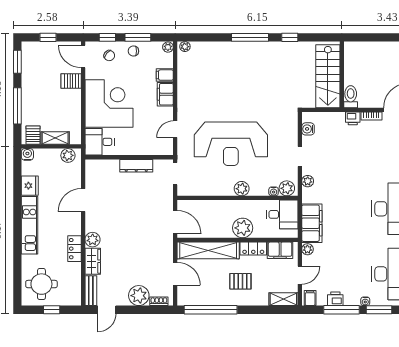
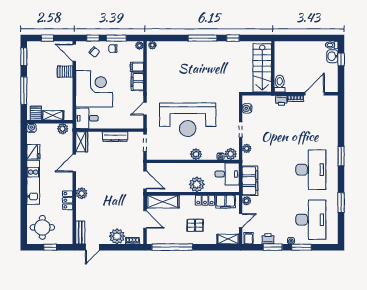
shelving: (208, 250) -> (163, 202), width x0.68
wardrobe: (93, 261) -> (82, 142), moved
window: (341, 310) -> (273, 247), width x0.69

